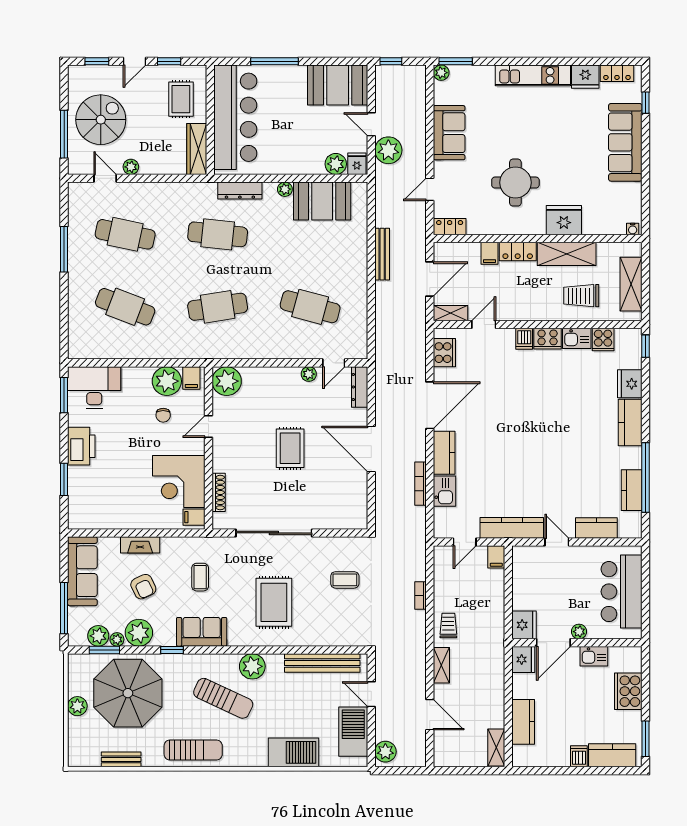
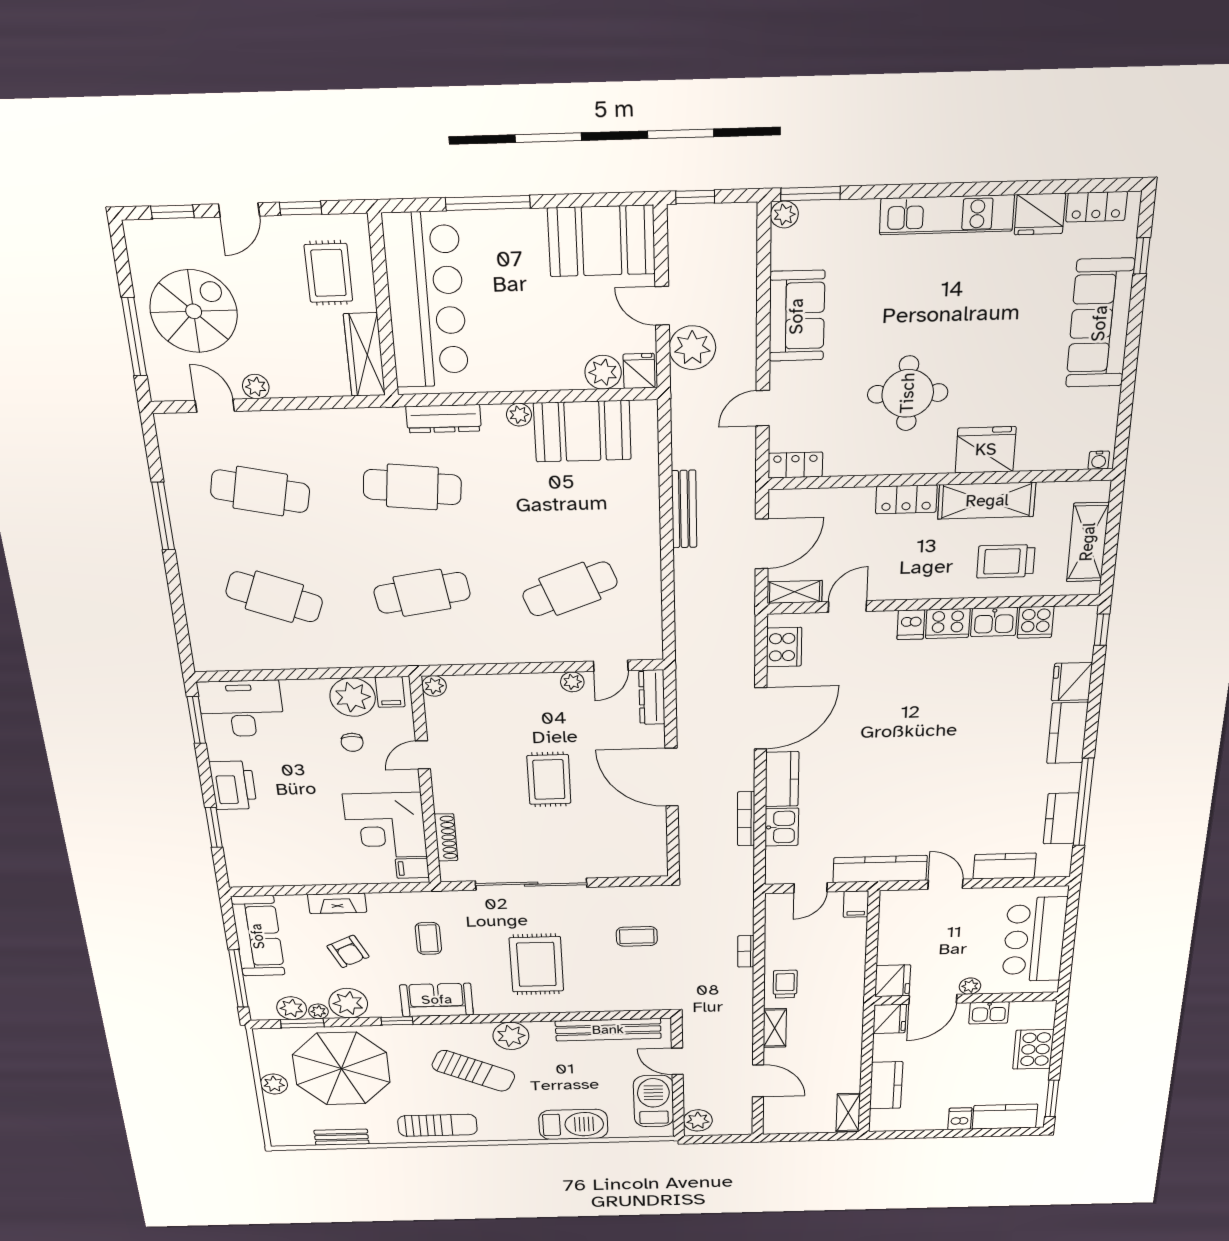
filing cabinet: (489, 253) -> (860, 503), removed
cafe table: (310, 307) -> (570, 589), turned -36
plant: (227, 381) -> (434, 686), width x0.53, depth x0.53

